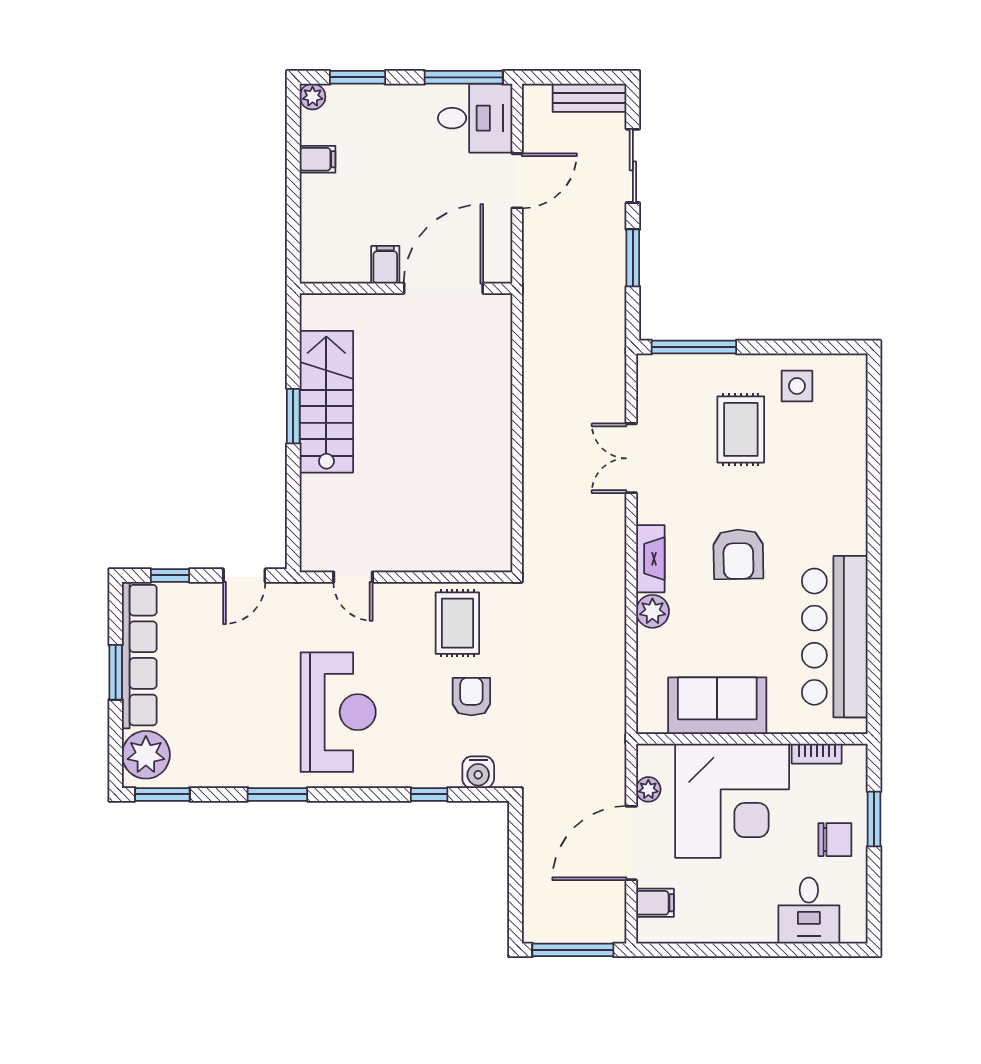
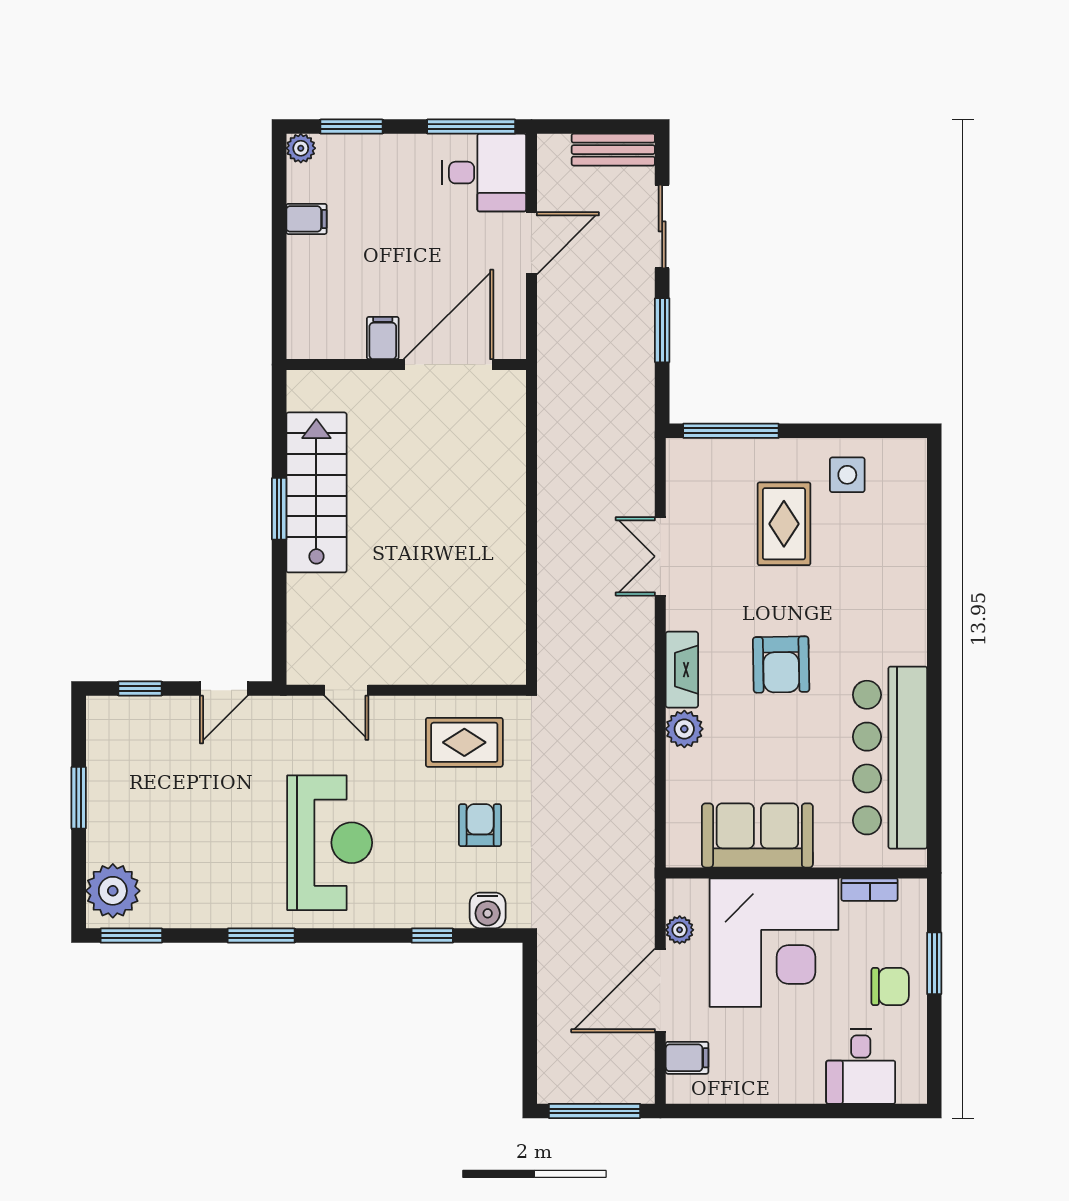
rug: (457, 623) -> (464, 742), turned 90
row of seats: (139, 655) -> (105, 778), removed

